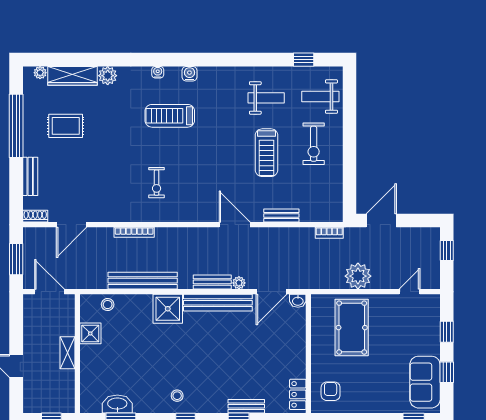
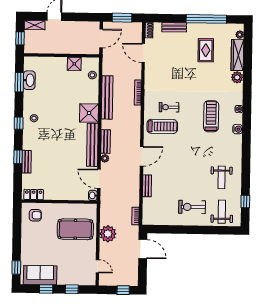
treadmill: (267, 153) -> (162, 126), moved, turned 180
shelving: (67, 353) -> (35, 25), moved

